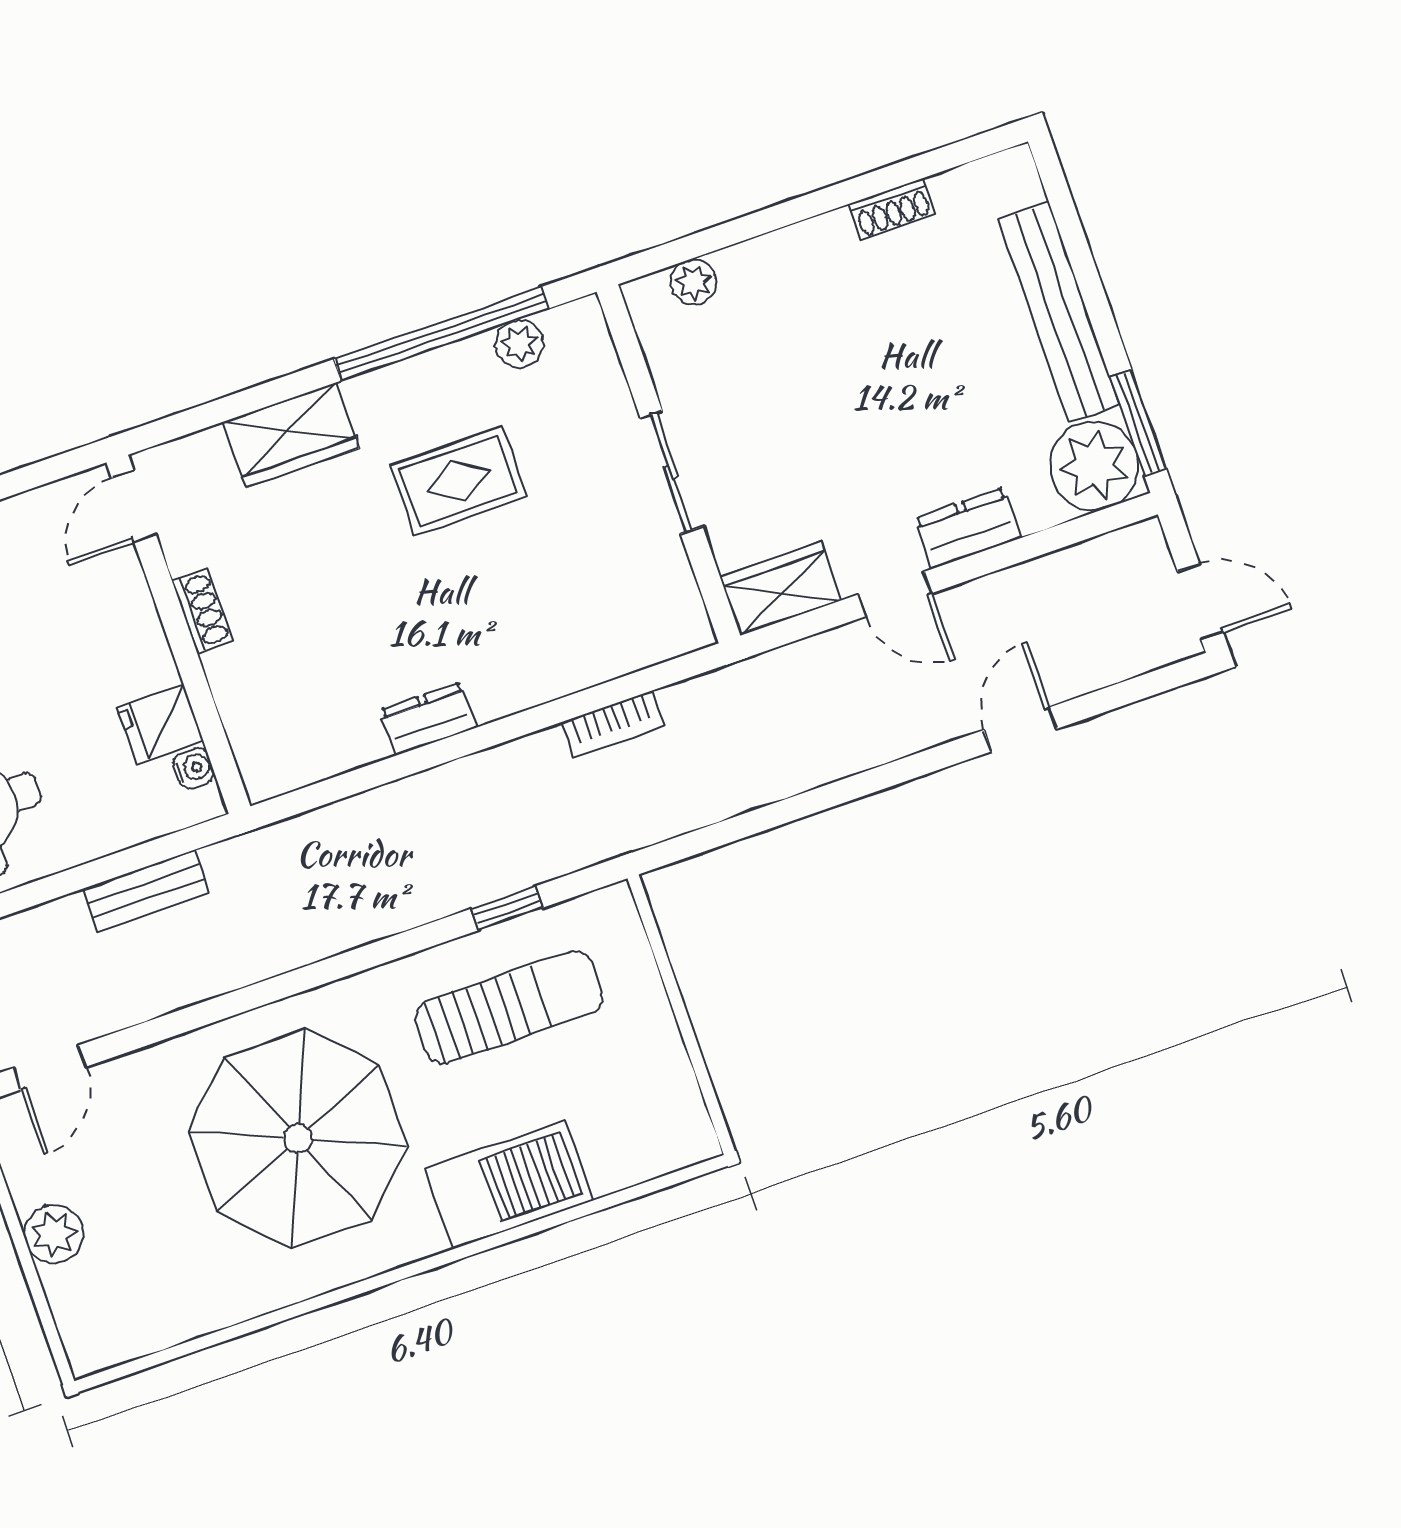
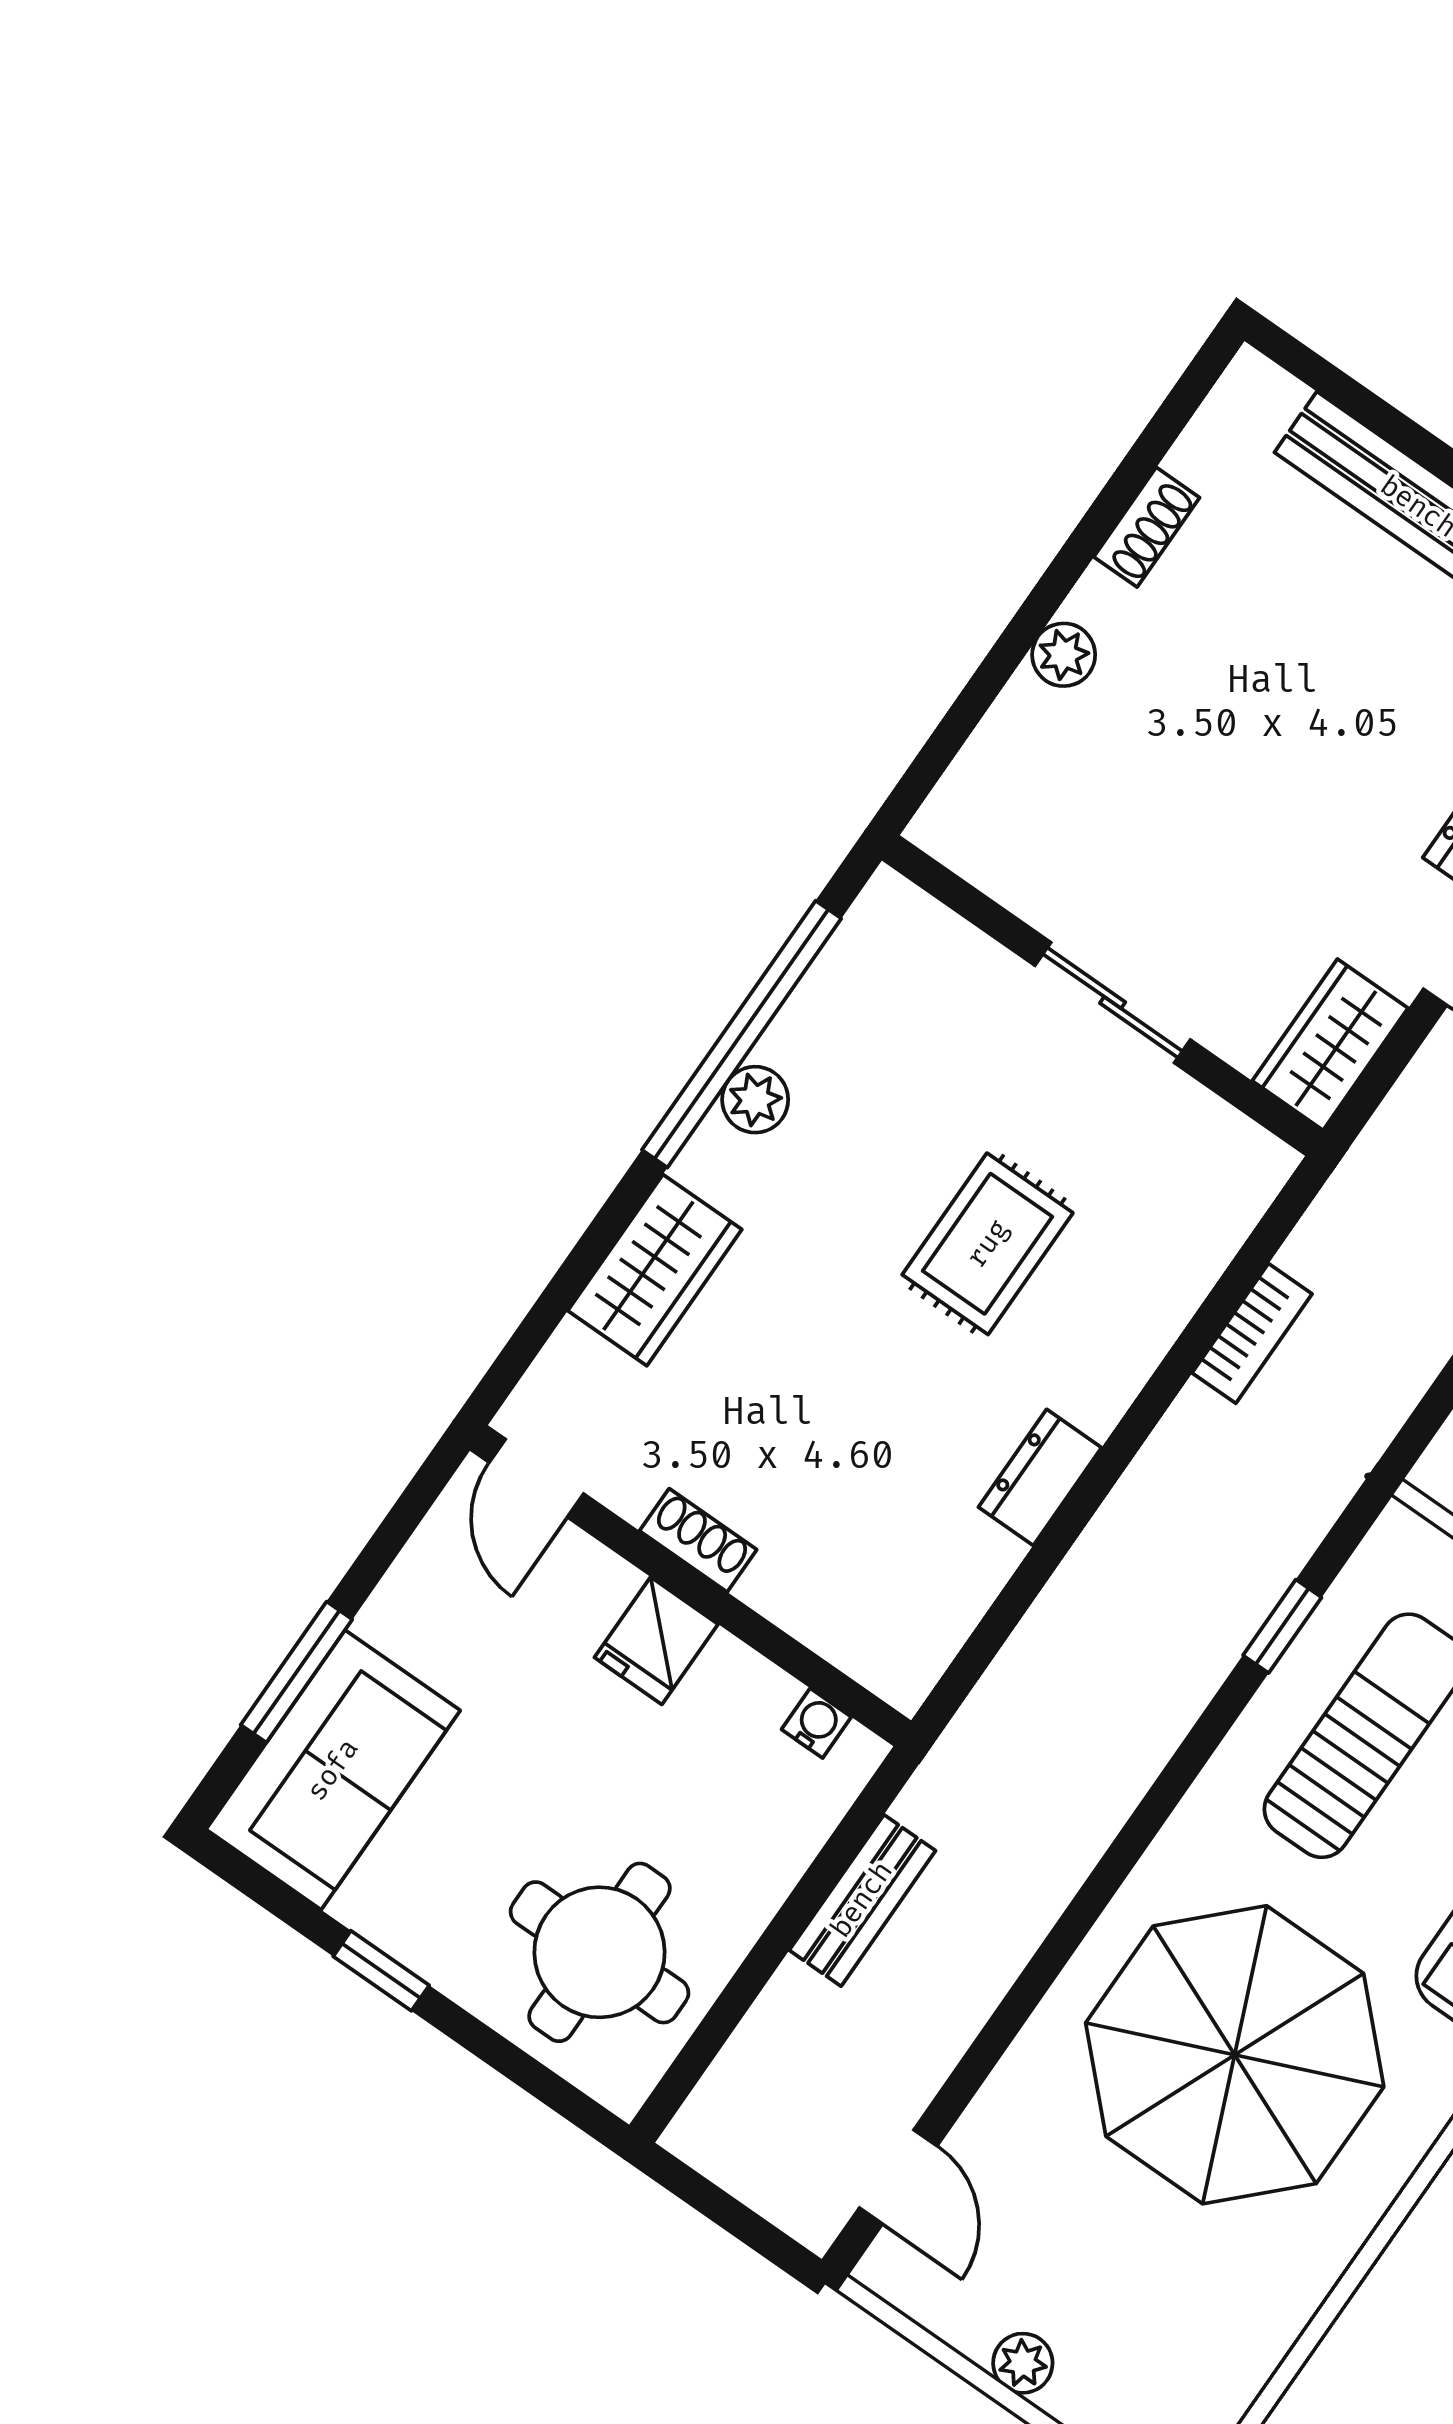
plant: (693, 282) -> (1064, 655), moved
plant: (519, 344) -> (755, 1100), moved
rug: (458, 481) -> (988, 1244), moved
fridge: (160, 724) -> (656, 1641), moved
plant: (54, 1234) -> (1023, 2363), width x0.73, depth x0.73

